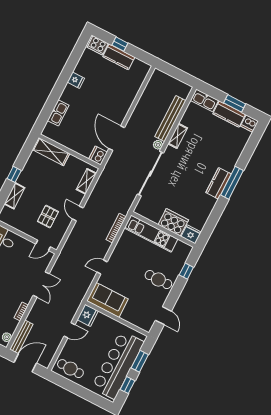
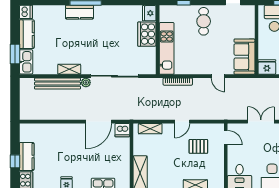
window: (235, 103) -> (15, 54), moved
kitchen counter: (218, 183) -> (79, 12), moved

